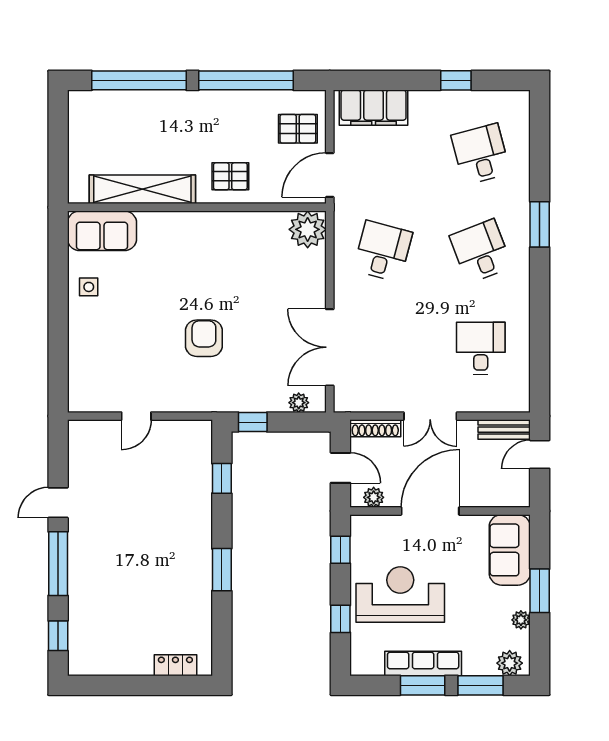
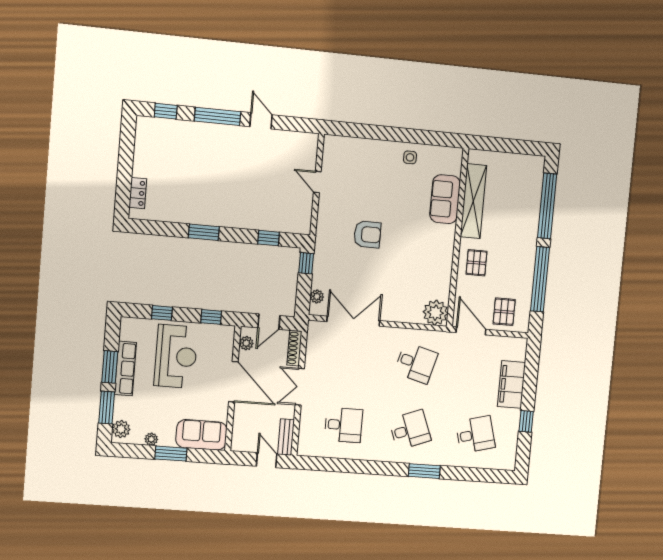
filing cabinet: (374, 108) -> (512, 384), moved
sofa: (102, 231) -> (445, 199), moved

